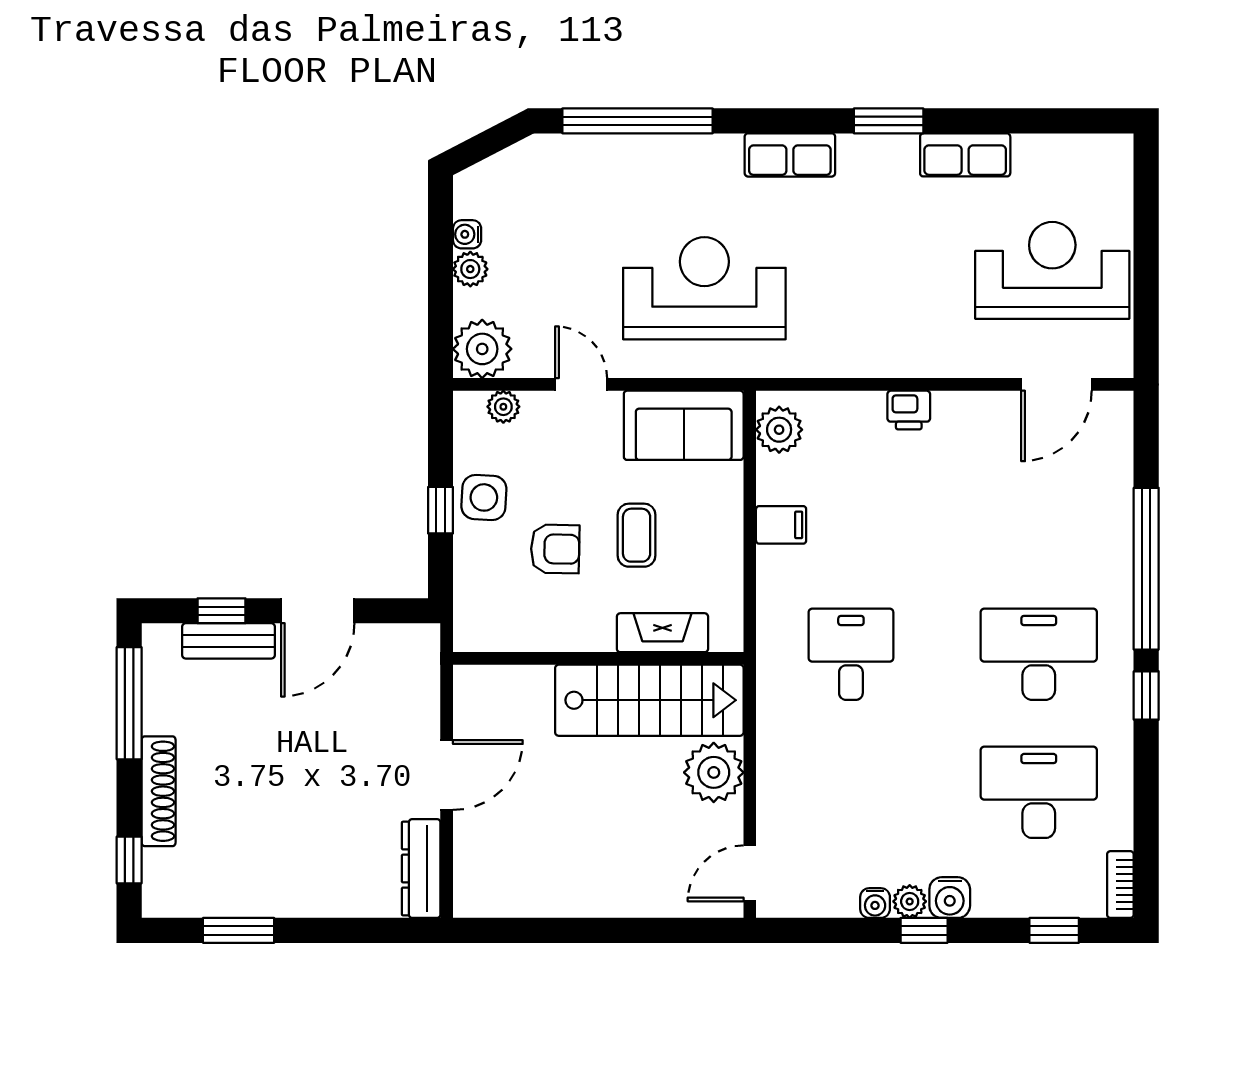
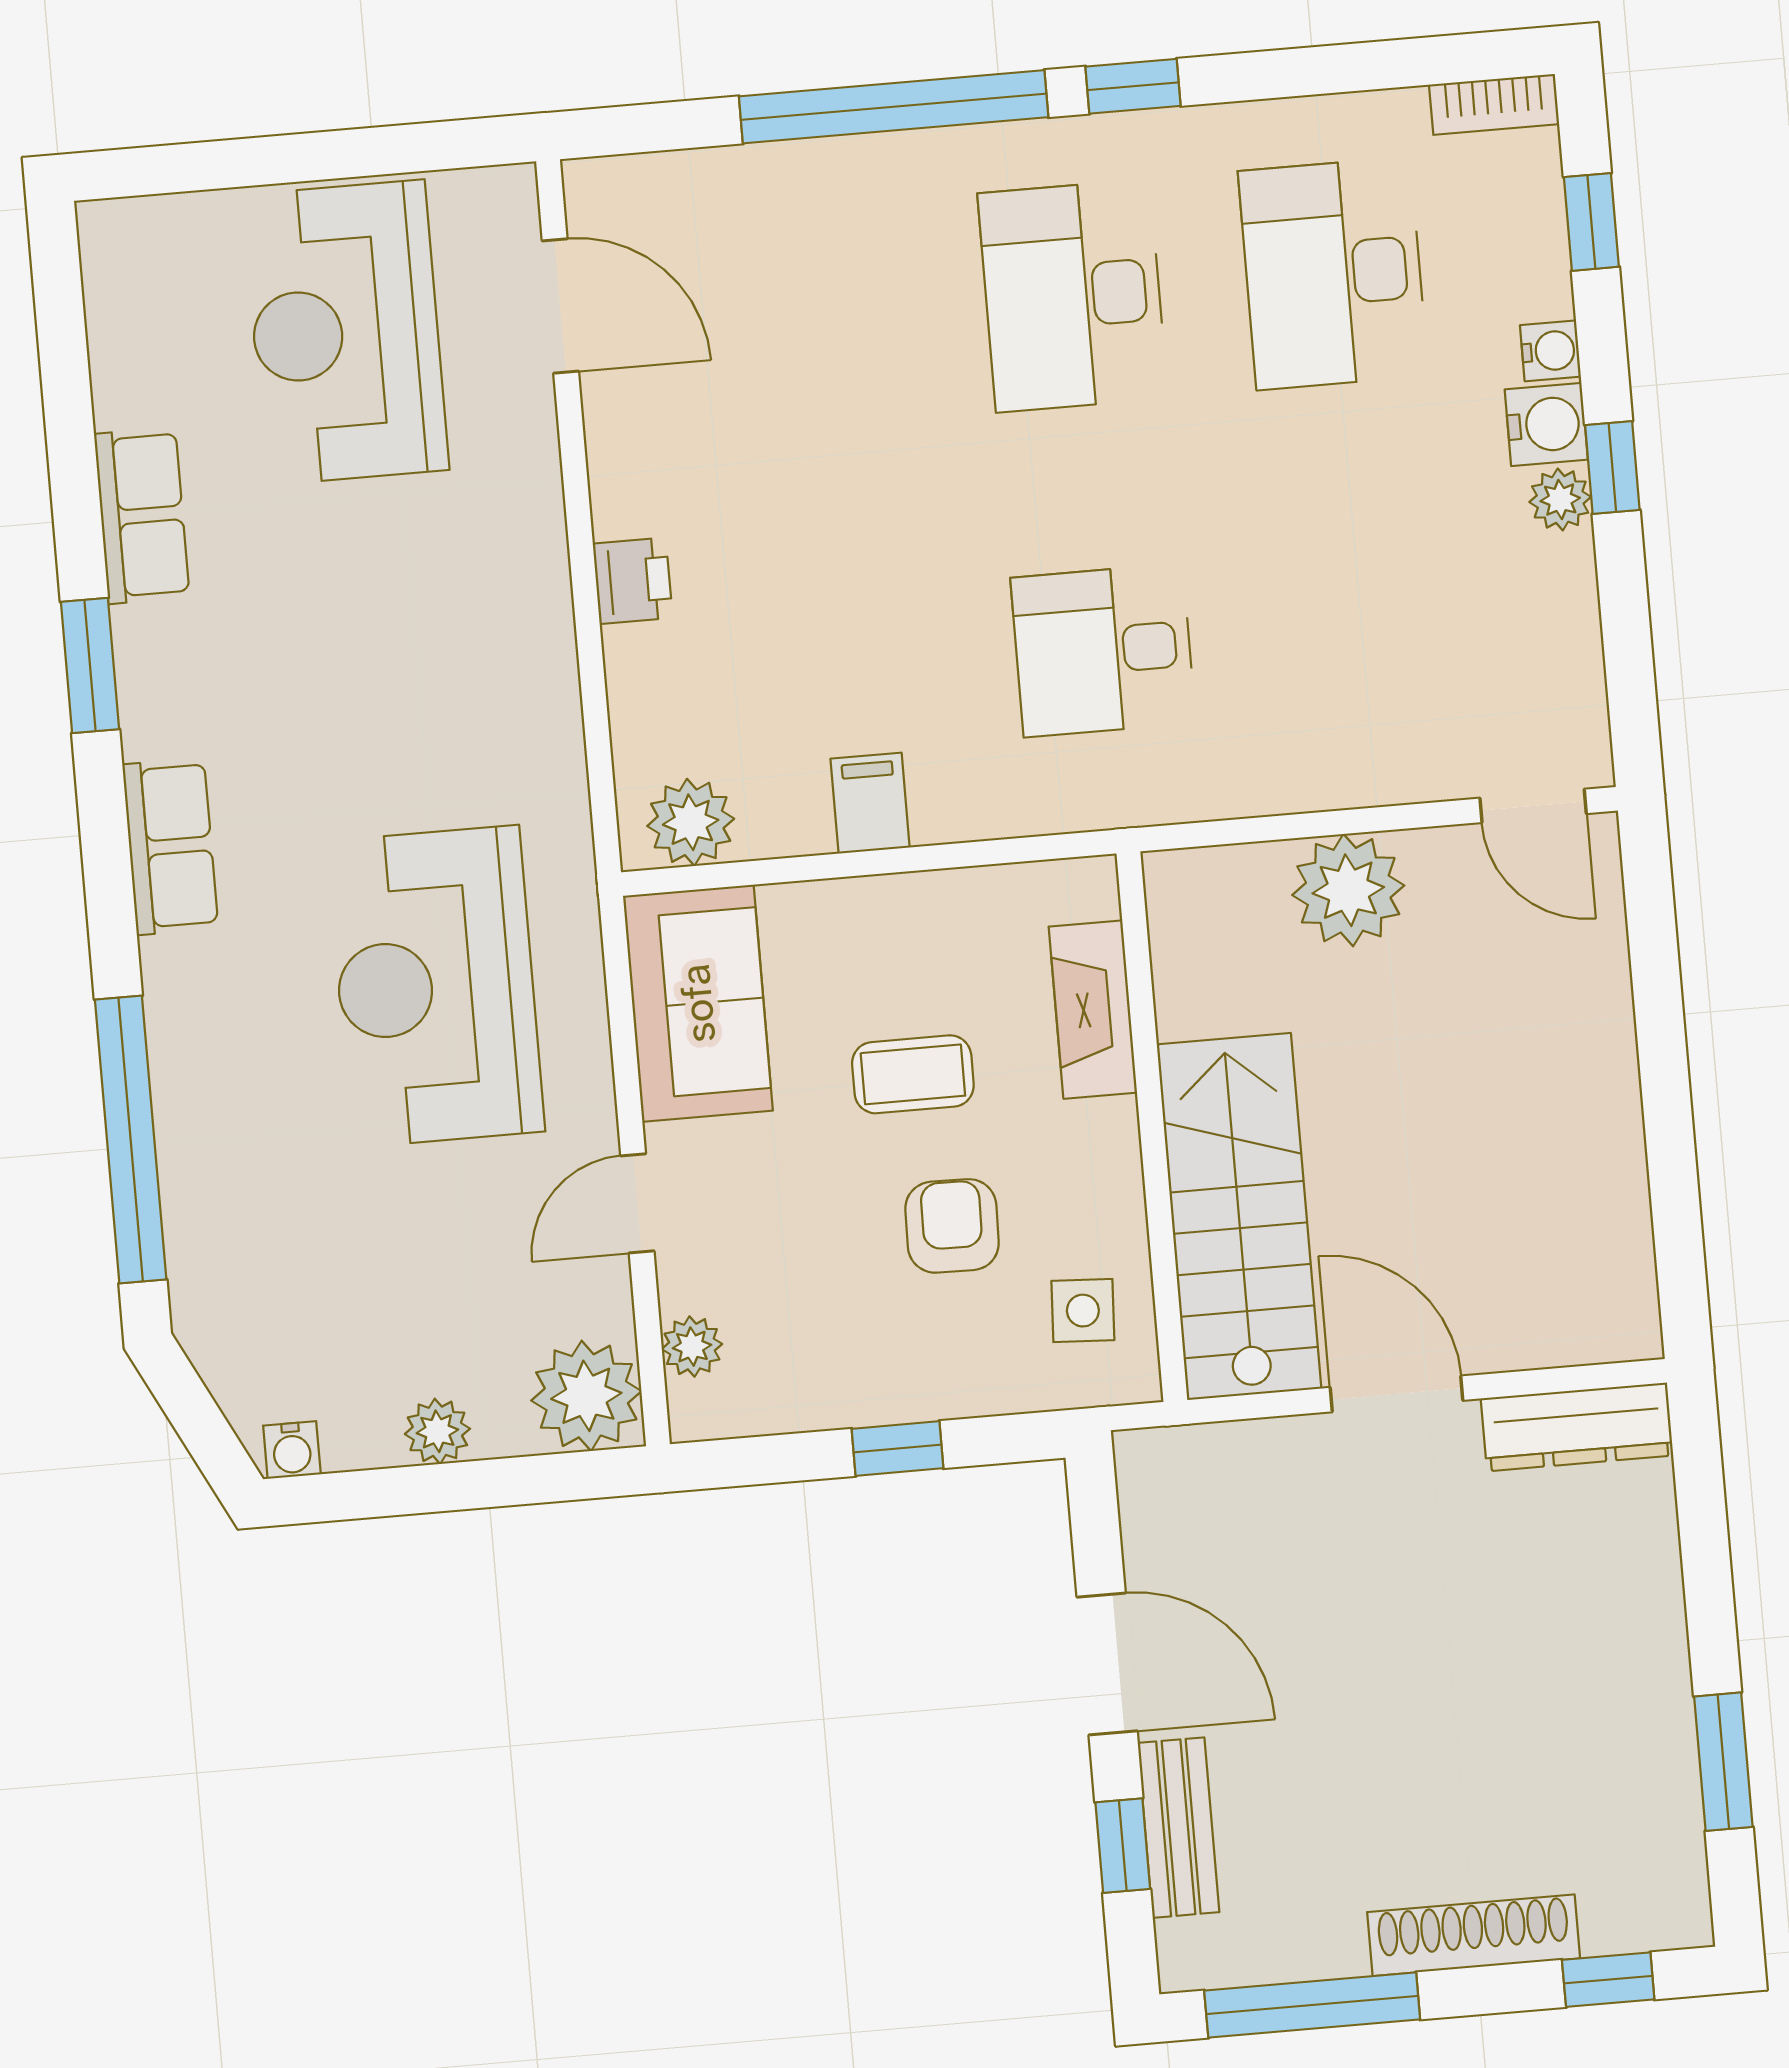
water cooler: (467, 234) -> (292, 1450), moved
side table: (484, 497) -> (1083, 1311), moved, width x0.73, depth x0.73
stairs: (649, 700) -> (1239, 1216), moved
water cooler: (875, 903) -> (1550, 351), moved

